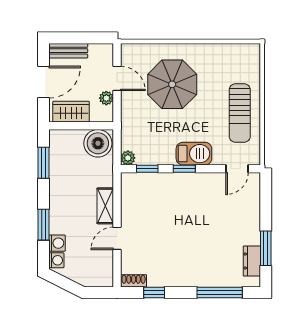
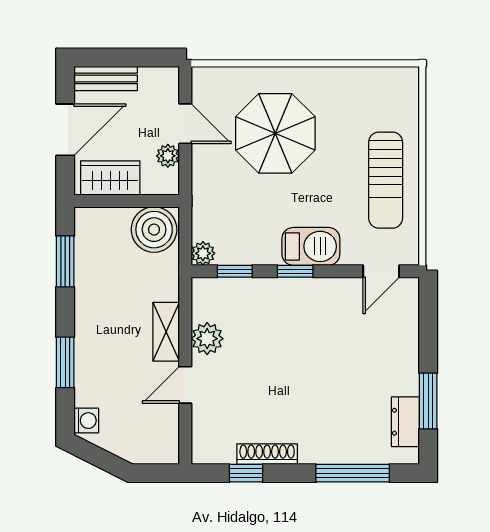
plant: (130, 210) -> (207, 339), added
washing machine: (57, 243) -> (87, 393), removed
shoe rack: (134, 281) -> (267, 454), moved, width x1.43

